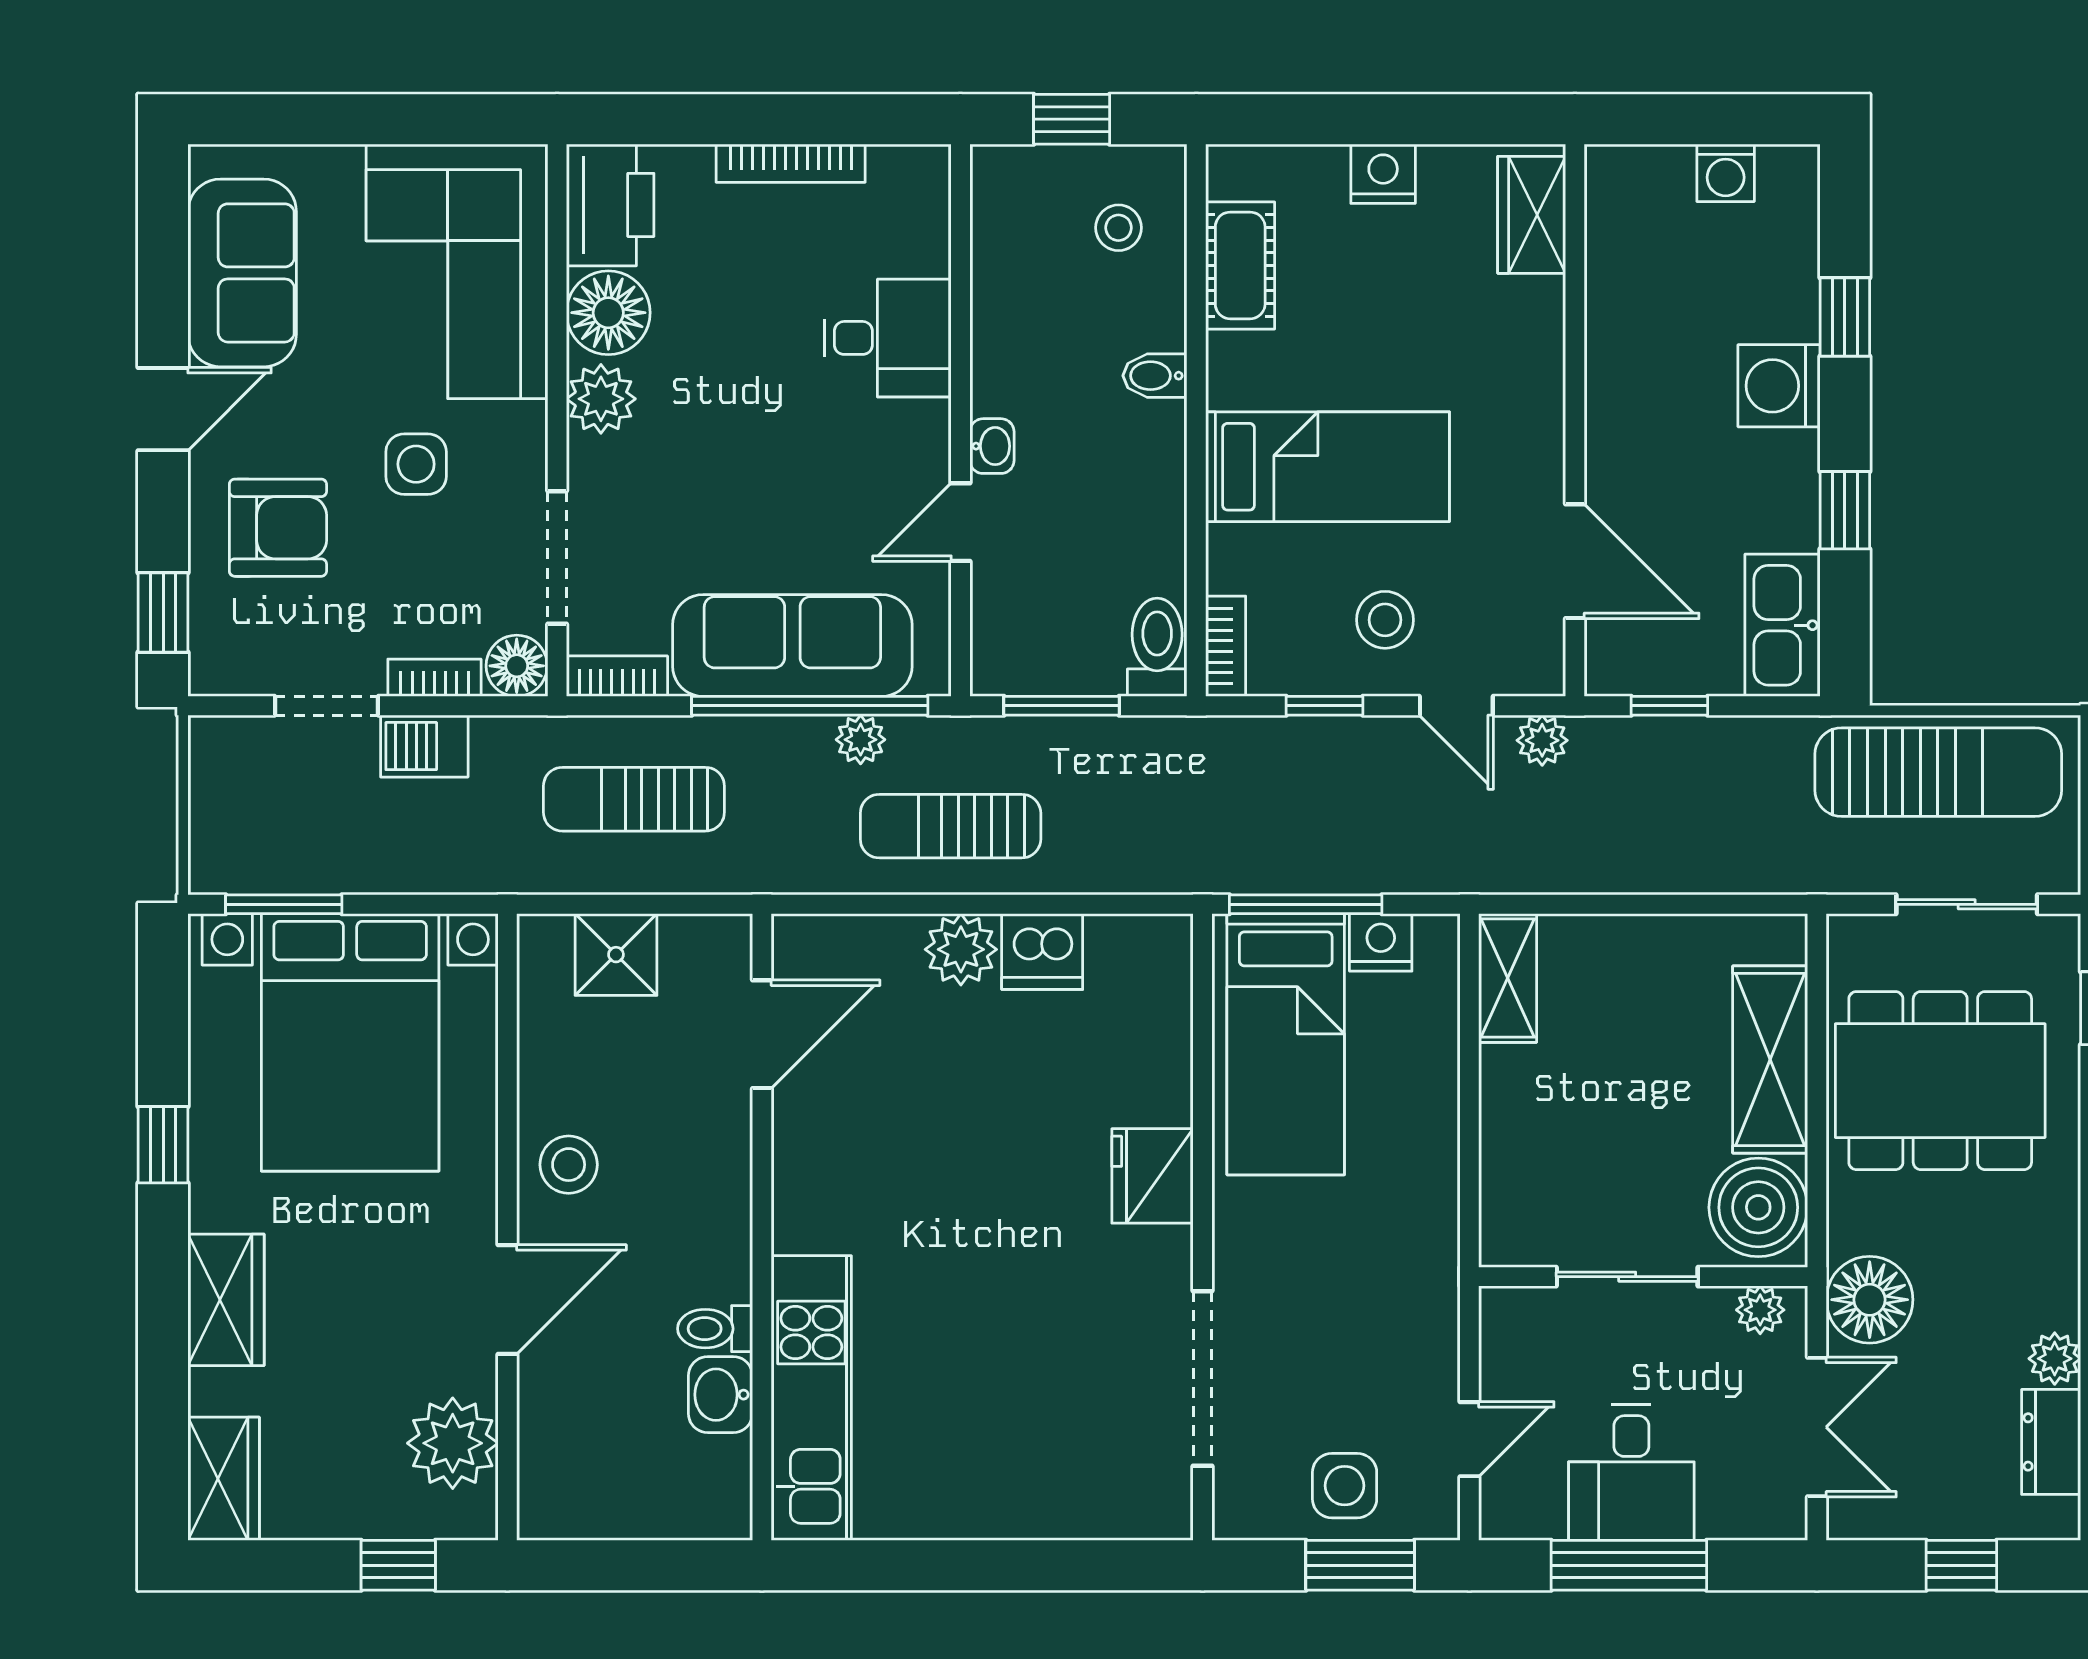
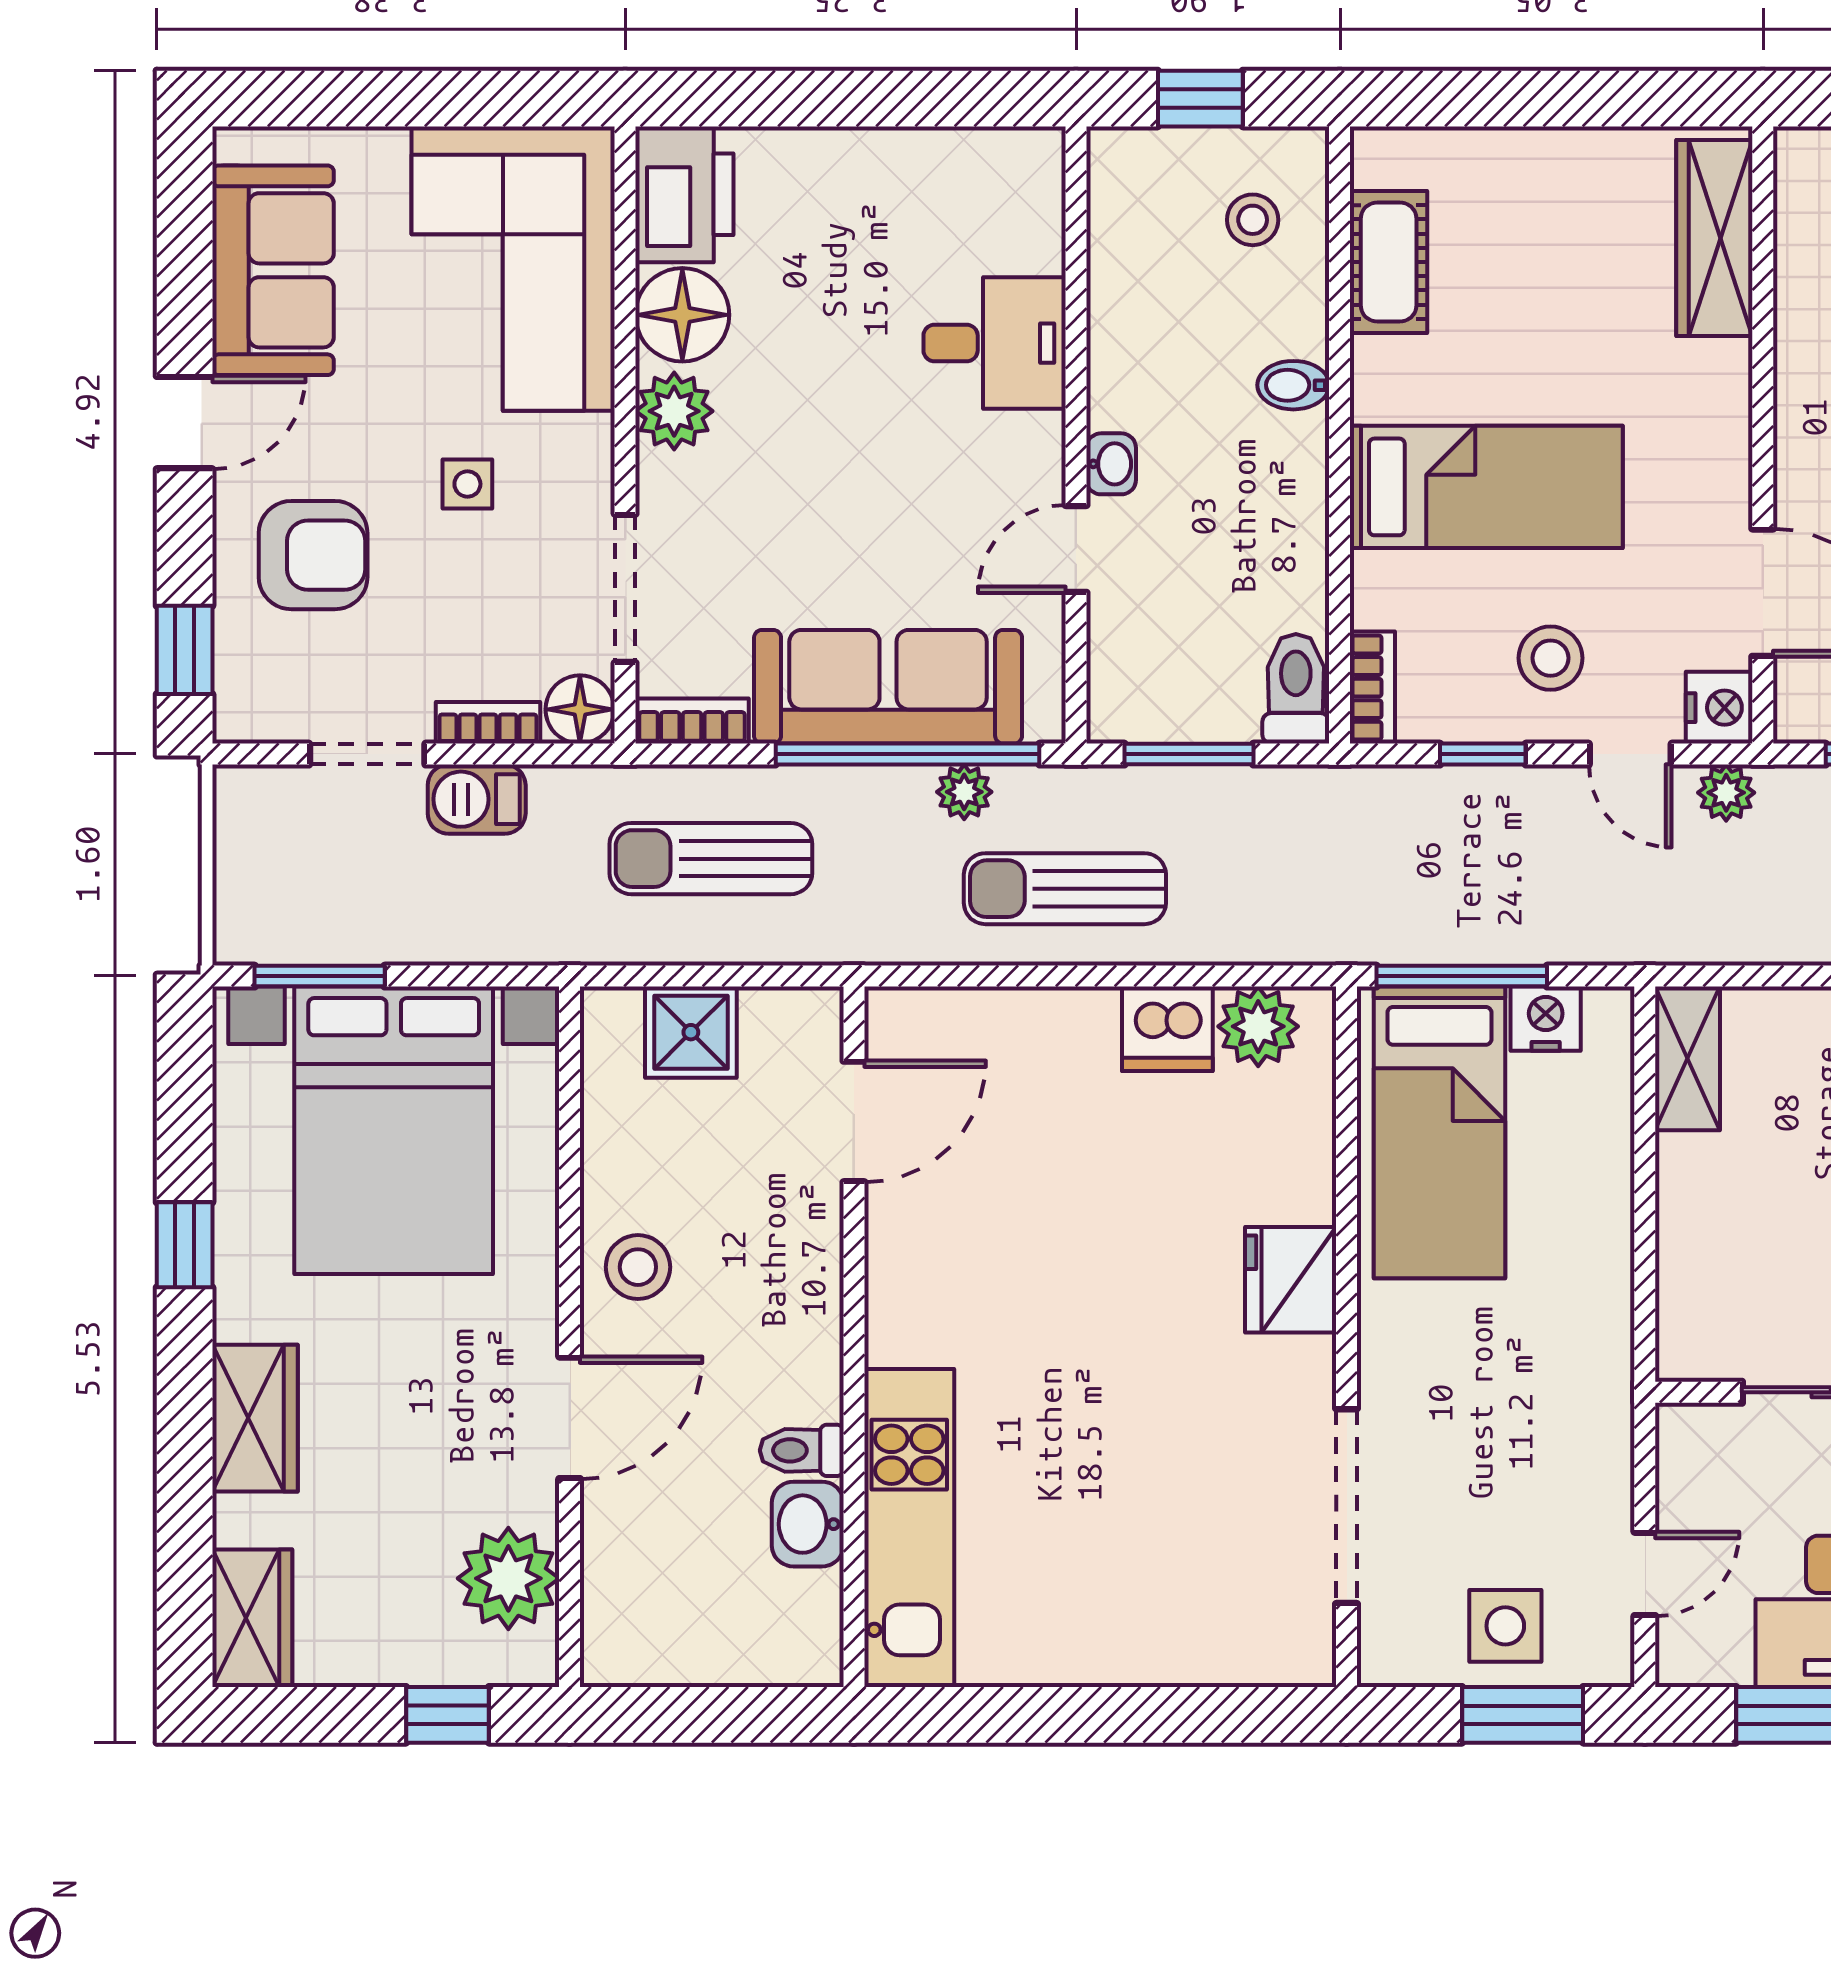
bookcase: (791, 163) -> (886, 148), removed
nightstand: (1383, 174) -> (1719, 708), moved, turned 90
wardrobe: (1532, 215) -> (1714, 238), width x1.50
side table: (416, 464) -> (467, 484), width x0.73, depth x0.73
plant: (961, 949) -> (1258, 1026), moved

